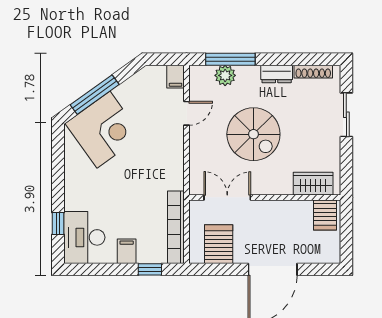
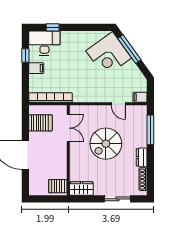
plant: (225, 75) -> (141, 127), removed
wardrobe: (313, 184) -> (81, 189), moved, turned -90
window: (150, 269) -> (25, 56), moved

